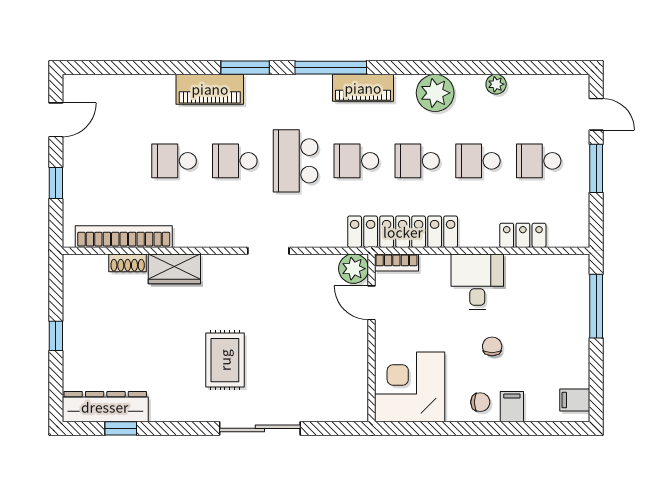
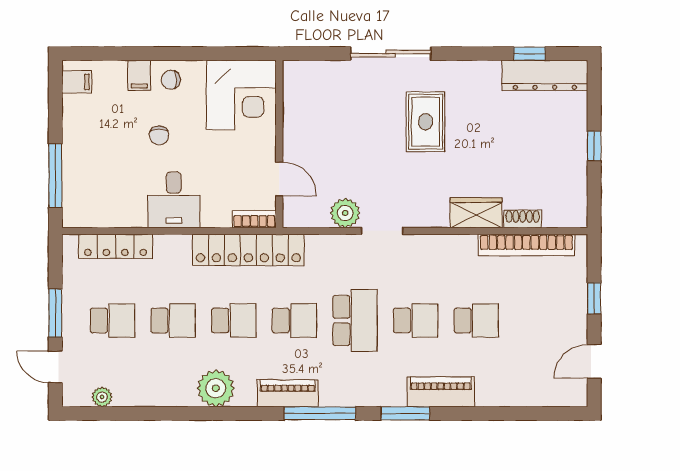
plant: (496, 84) -> (102, 397), moved
locker: (523, 235) -> (116, 246), width x1.53
plant: (354, 269) -> (345, 213), moved

